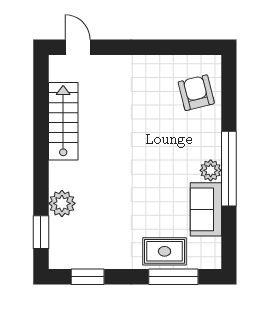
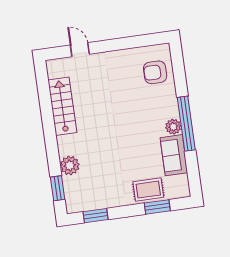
door: (78, 47) -> (80, 50), moved
armchair: (196, 93) -> (155, 72), turned -76
window: (173, 277) -> (157, 207), width x0.69

